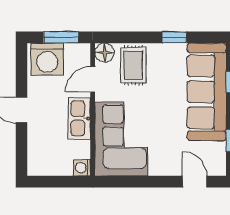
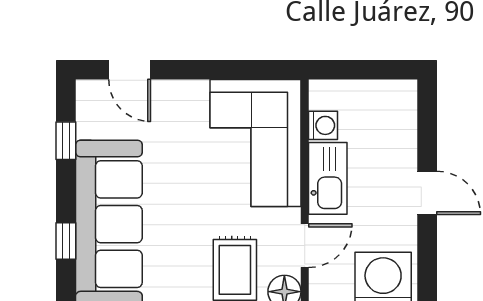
washing machine: (82, 168) -> (323, 125), moved

